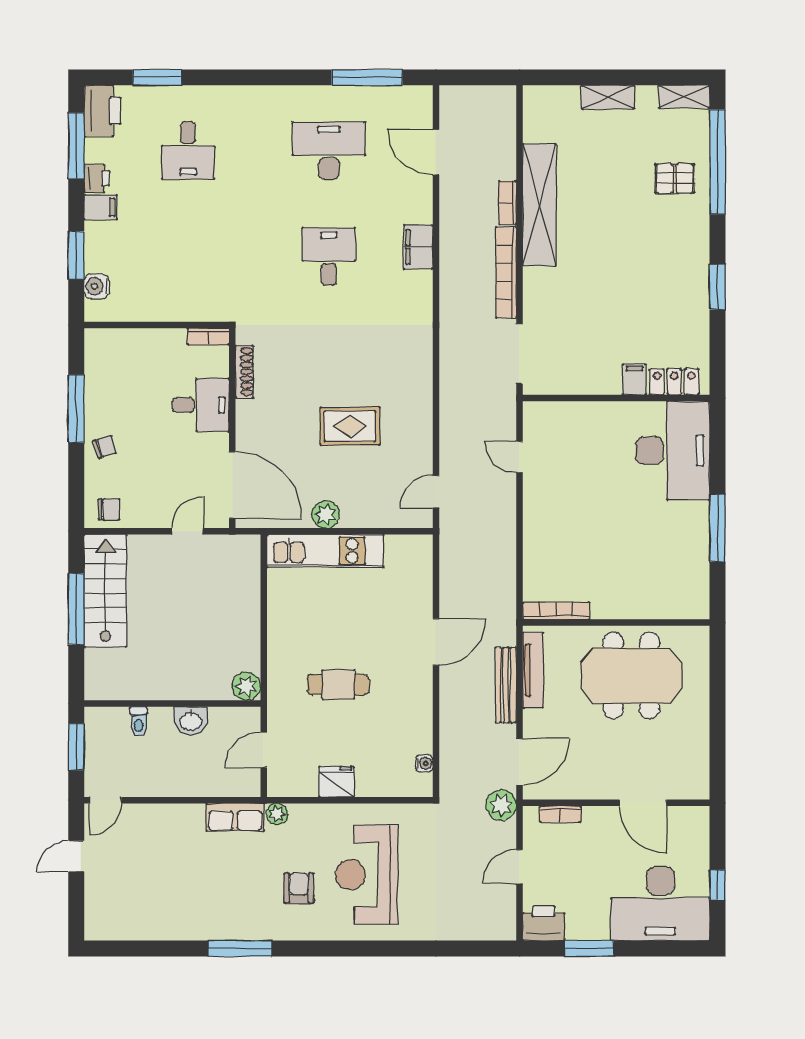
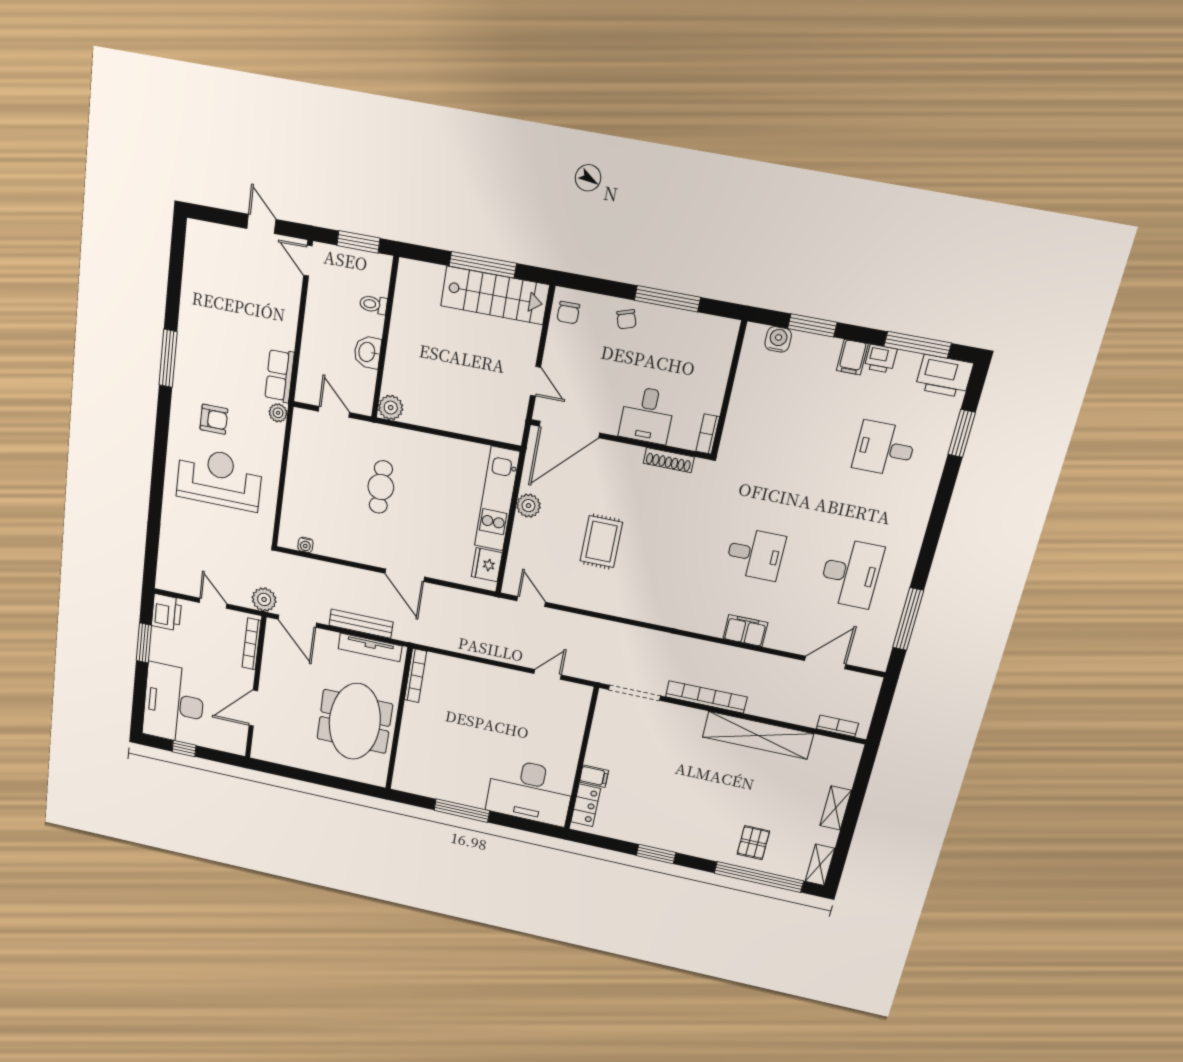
bookcase: (508, 203) -> (837, 726), moved
fridge: (337, 782) -> (487, 565), moved, turned 180
bookcase: (561, 814) -> (252, 644), width x1.56

